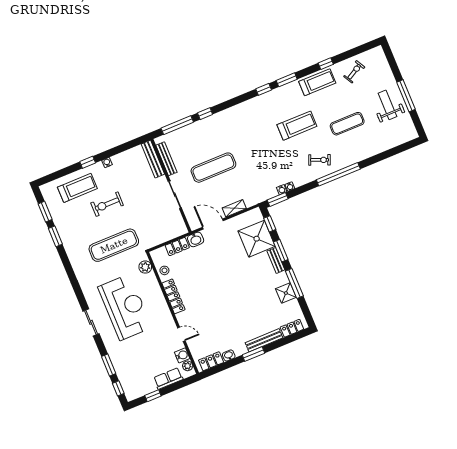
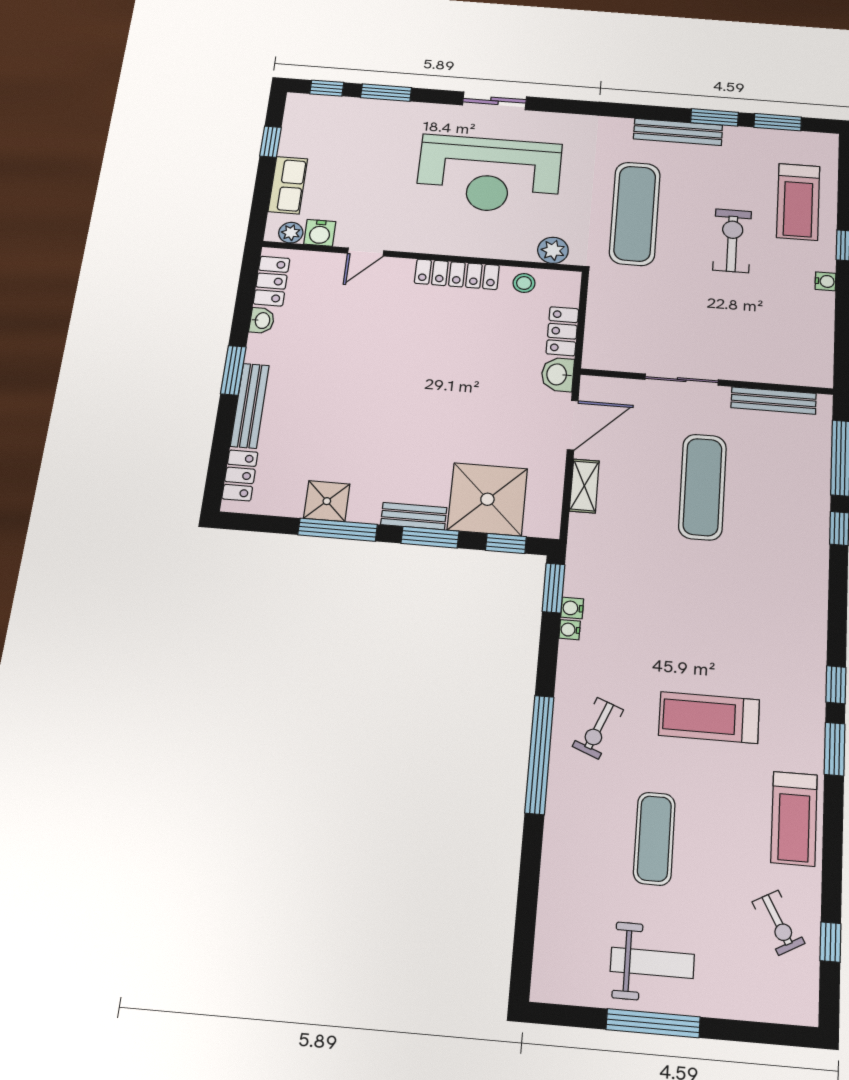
window: (326, 64) -> (830, 942), moved
treadmill: (297, 126) -> (709, 718), turned 90
bench: (153, 159) -> (678, 132), moved

